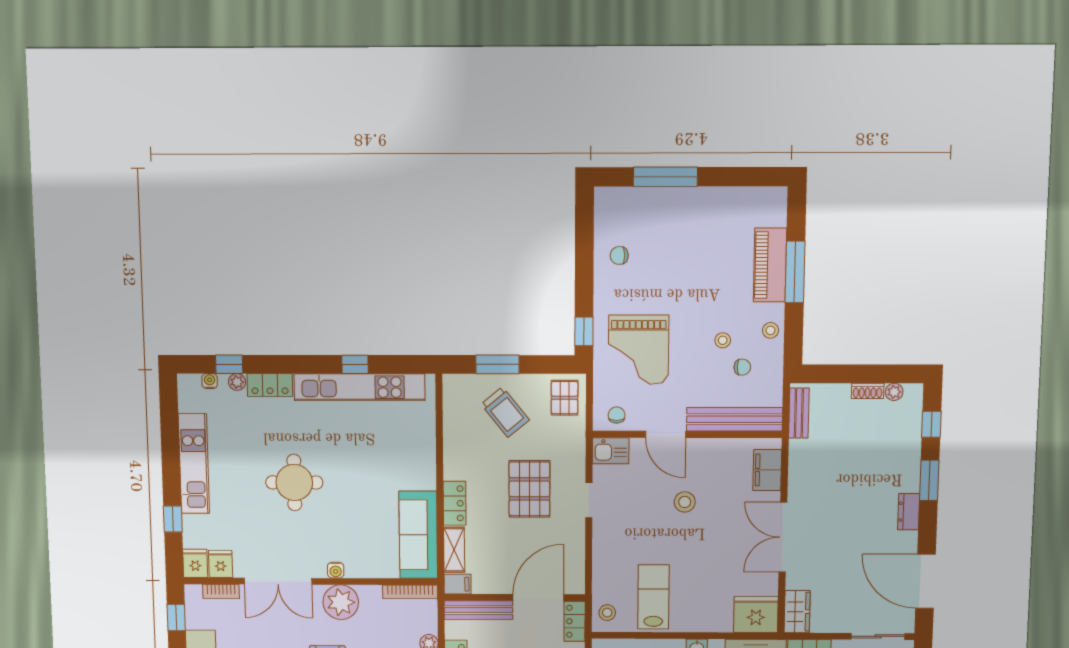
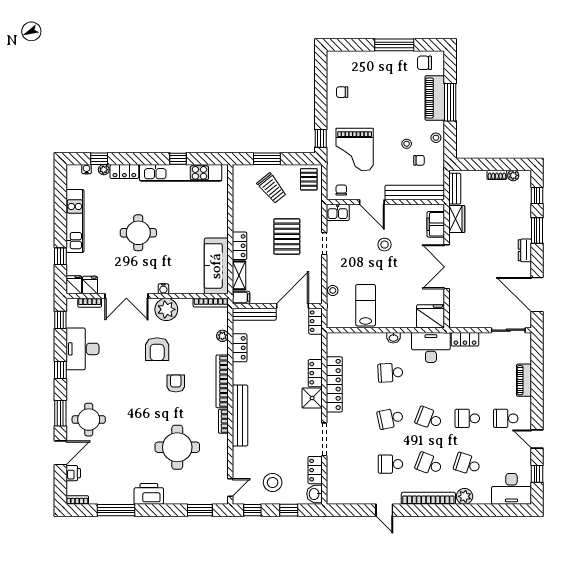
window: (665, 177) -> (394, 45), moved
chair: (754, 207) -> (424, 63), added
wardrobe: (797, 612) -> (457, 219), moved
stool: (607, 613) -> (333, 290), moved

